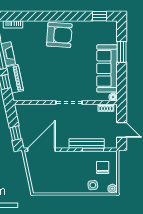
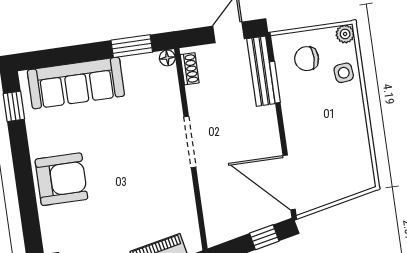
armchair: (59, 35) -> (61, 179), turned 86
window: (122, 52) -> (132, 46), moved
sofa: (107, 68) -> (76, 83), moved
bench: (87, 143) -> (261, 71), moved

